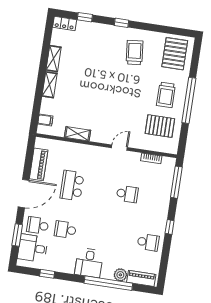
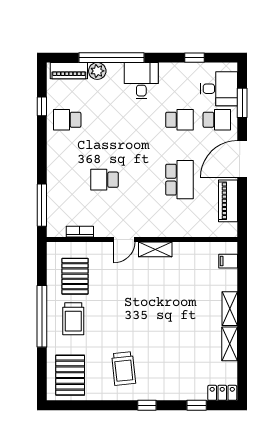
trolley: (166, 95) -> (73, 319), turned 180
pallet: (160, 126) -> (75, 276), turned 90
shelving: (77, 134) -> (155, 249), moved
window: (170, 227) -> (42, 106), moved

